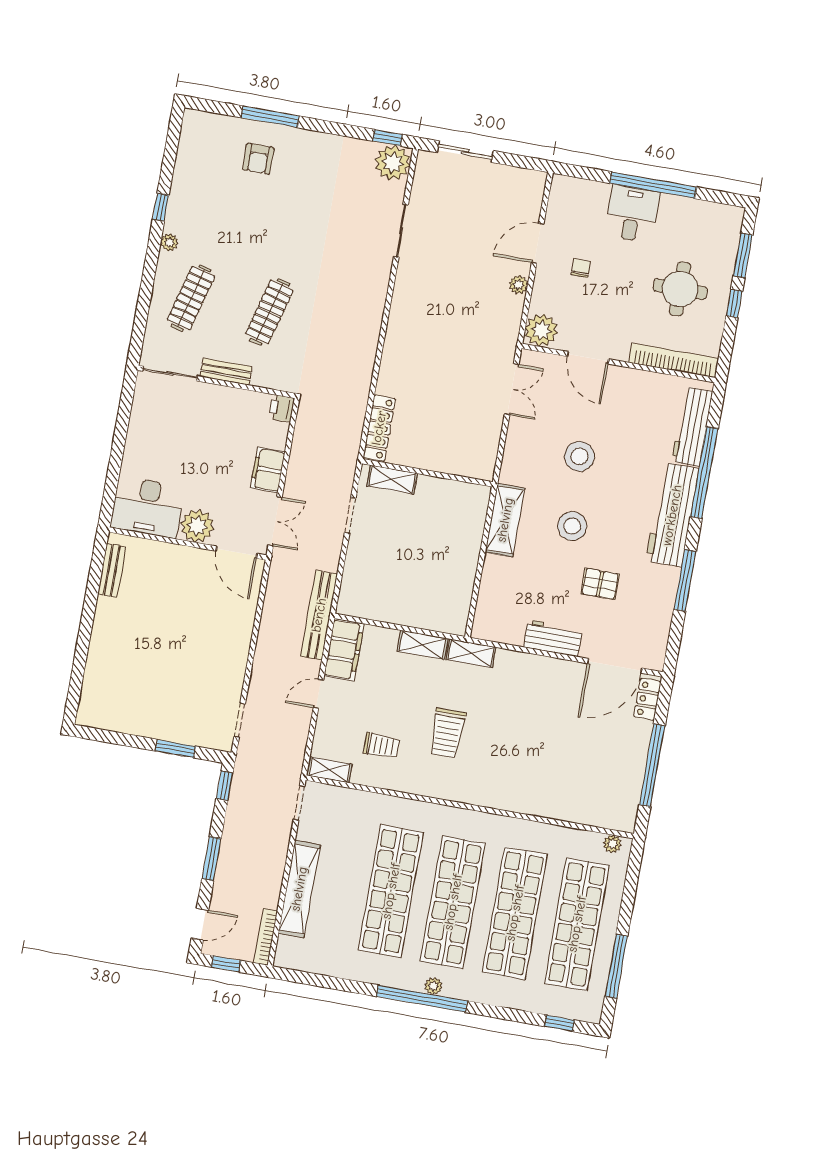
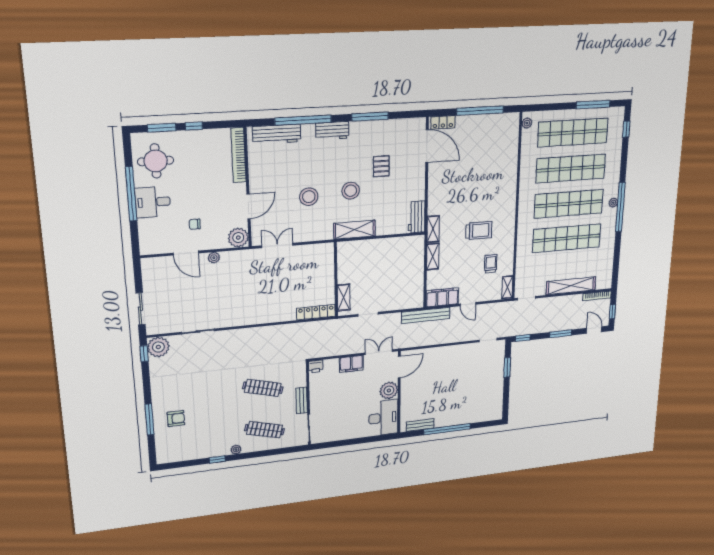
round table: (680, 289) -> (156, 161), moved
workbench: (672, 515) -> (332, 131), width x0.53, depth x0.76
window: (88, 618) -> (447, 429), added
workbench: (553, 638) -> (417, 217), moved

